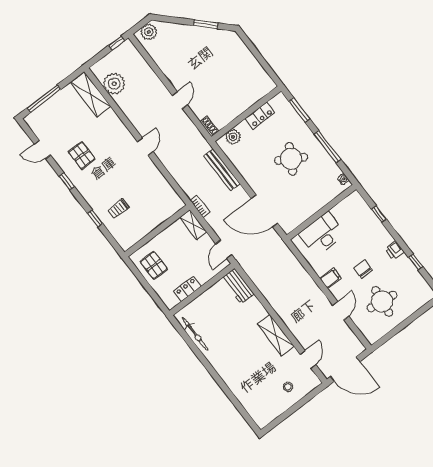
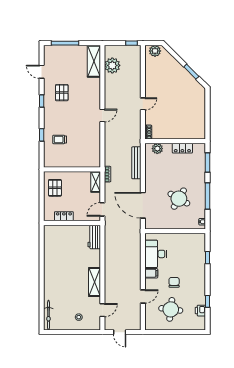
round table: (291, 159) -> (179, 199), moved
desk: (322, 234) -> (156, 254), moved, turned -90
printer: (394, 250) -> (200, 311), moved
bicycle: (195, 334) -> (48, 315), moved
door: (345, 369) -> (120, 332), width x0.53

